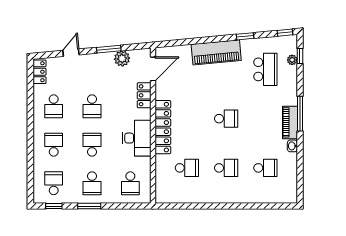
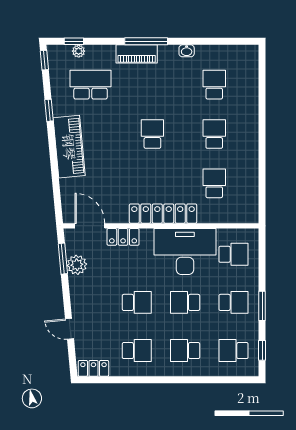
window: (109, 49) -> (63, 259), moved
piano: (290, 122) -> (137, 54), moved
desk: (137, 138) -> (185, 251), width x1.36, depth x1.30

